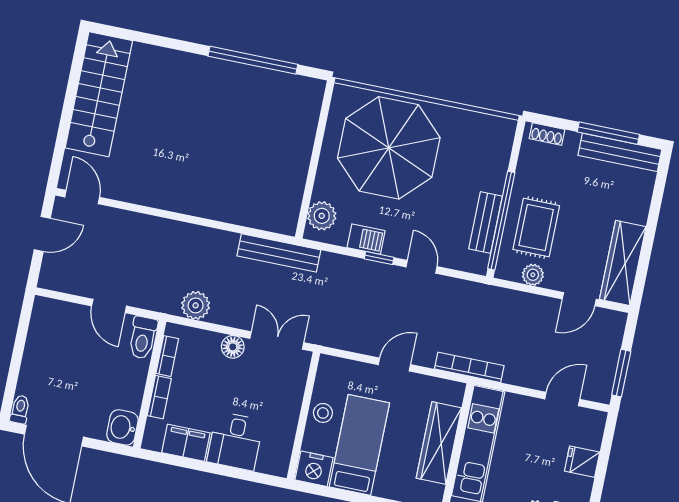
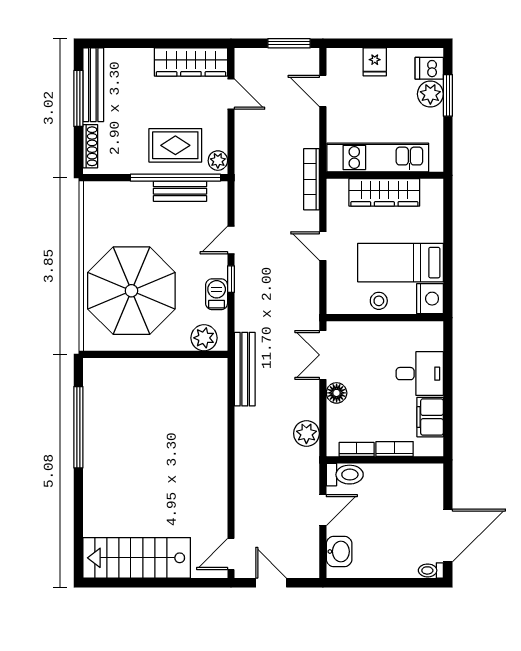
shoe rack: (547, 134) -> (90, 146), width x1.43
plant: (533, 275) -> (218, 161), moved
washbasin: (122, 427) -> (339, 551), moved, turned -90

